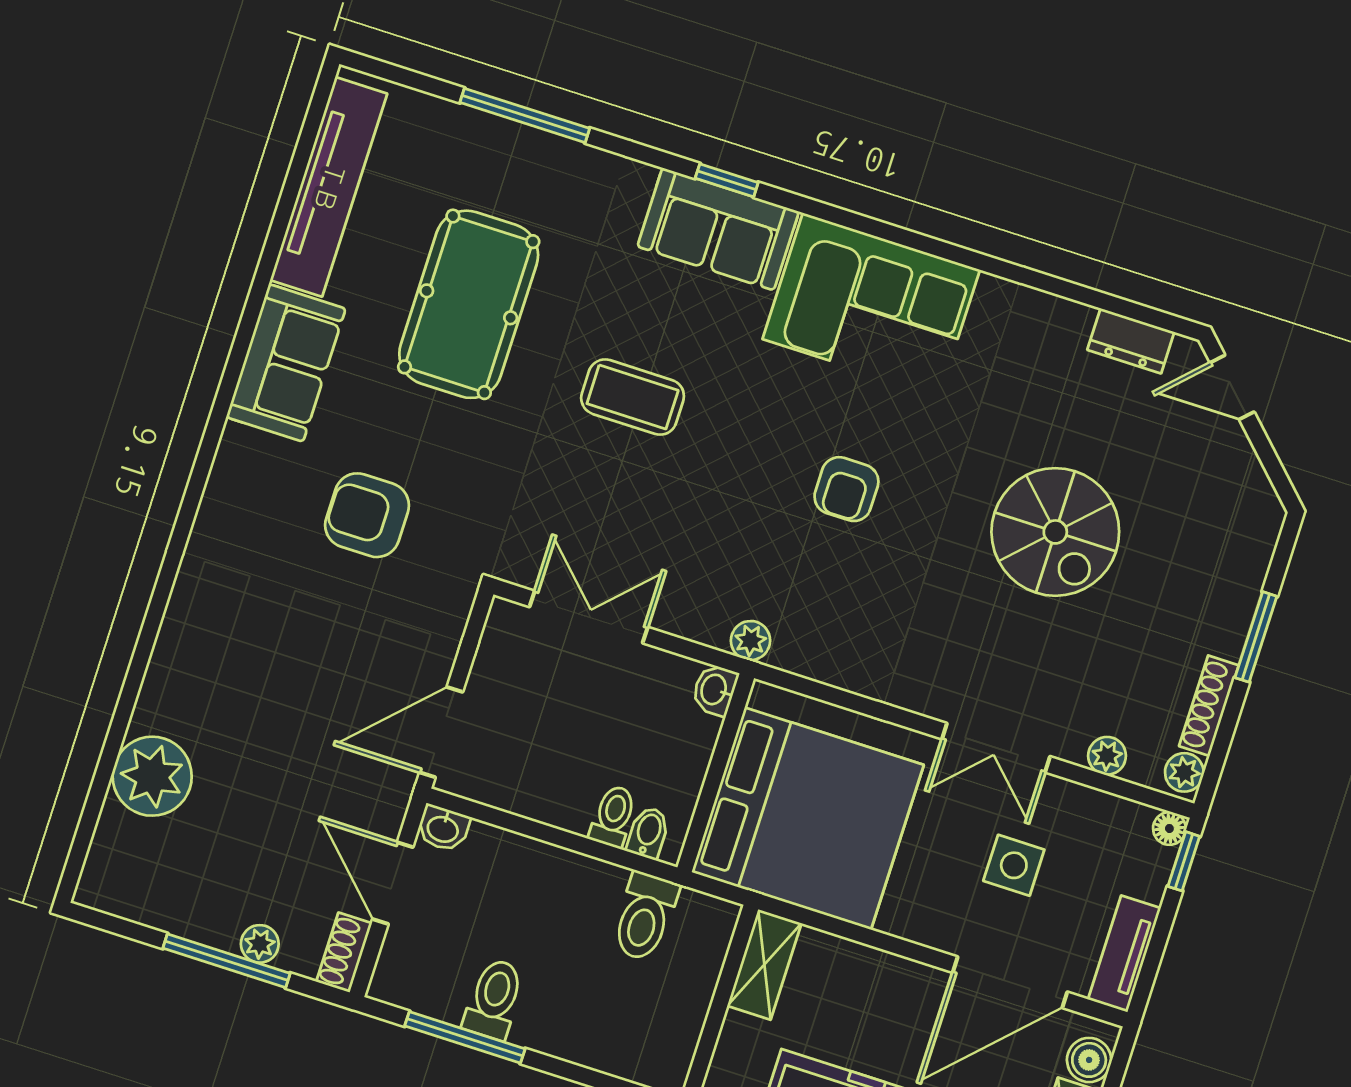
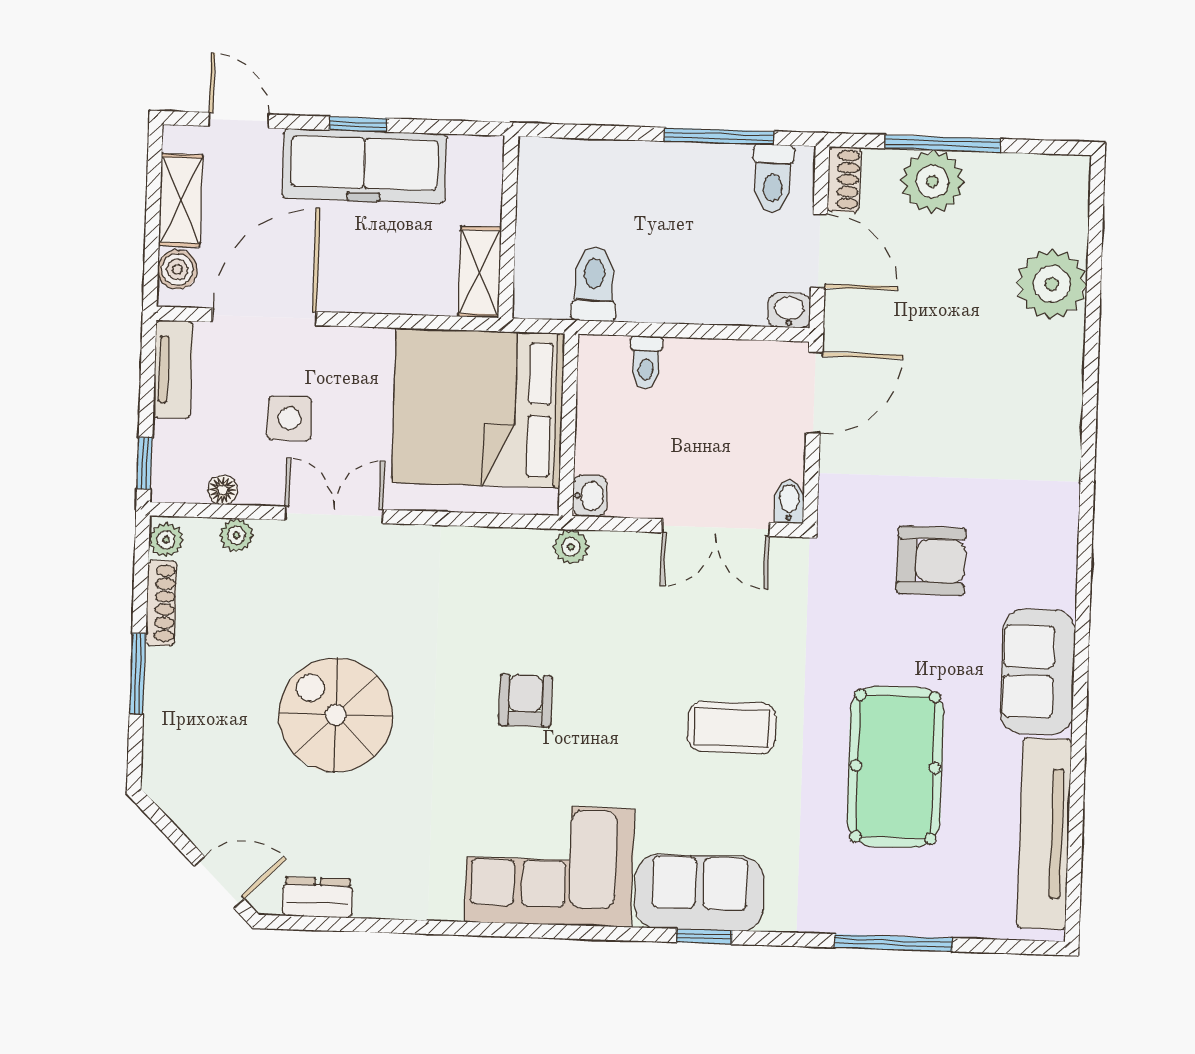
floor lamp: (1169, 828) -> (223, 490), moved
bidet: (648, 833) -> (789, 502), moved, turned 180
plant: (260, 944) -> (932, 181), width x1.87, depth x1.87
toilet: (494, 999) -> (773, 178), moved

